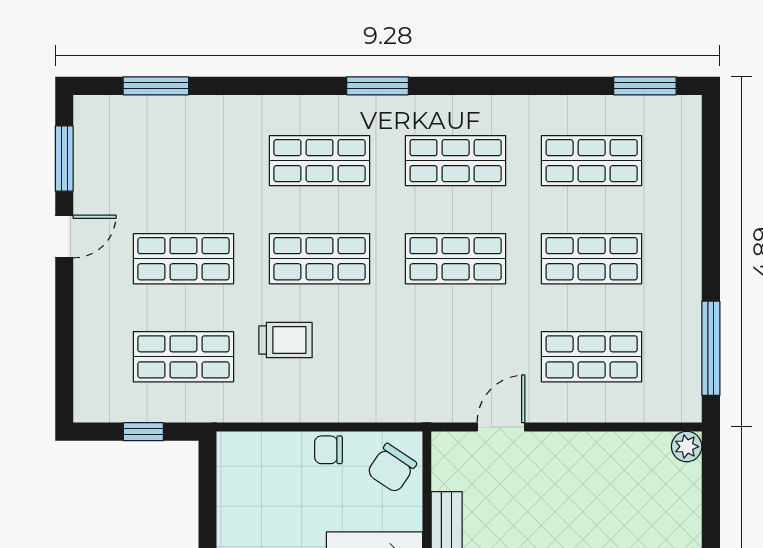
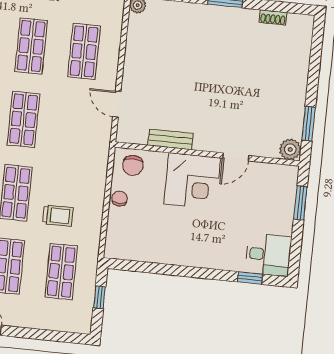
trolley: (286, 340) -> (58, 216), turned 90
chair: (328, 450) -> (119, 199), turned 180
chair: (392, 468) -> (133, 165), turned 56

